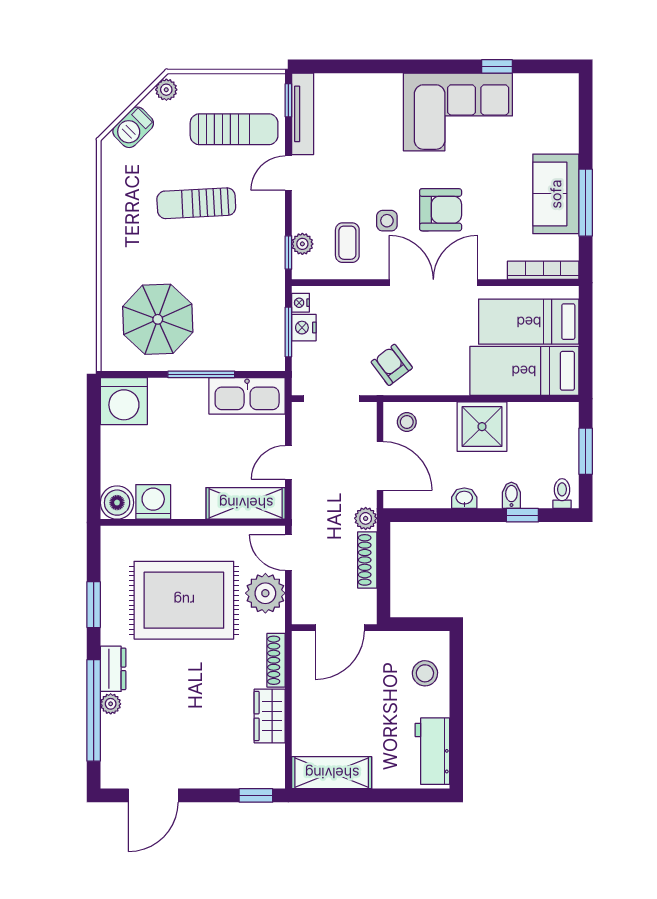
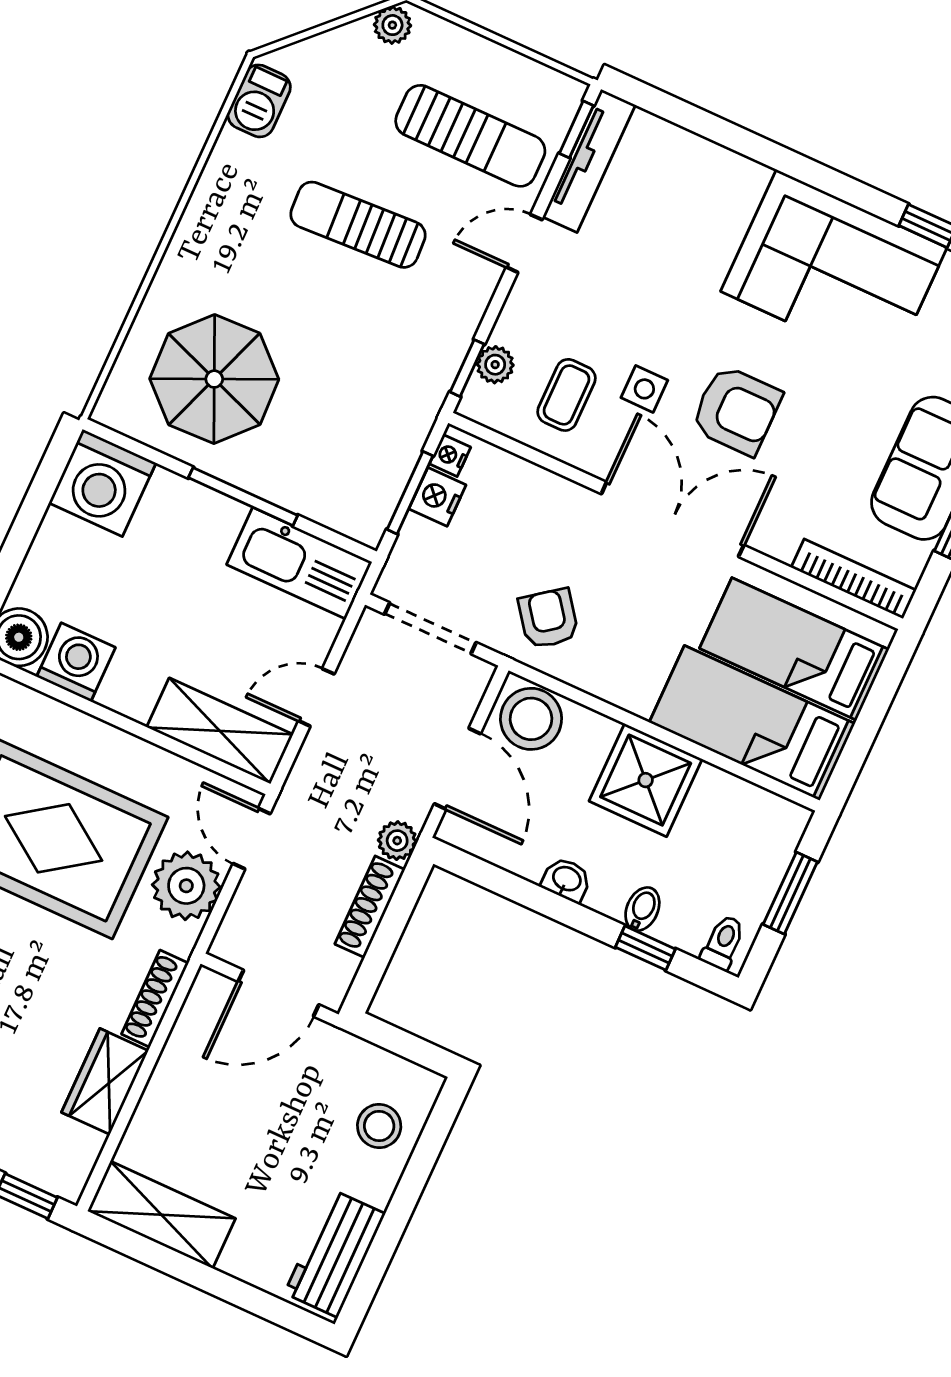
barbecue: (133, 127) -> (259, 101), moved, turned -45
stool: (407, 422) -> (531, 719), width x1.89, depth x1.89

